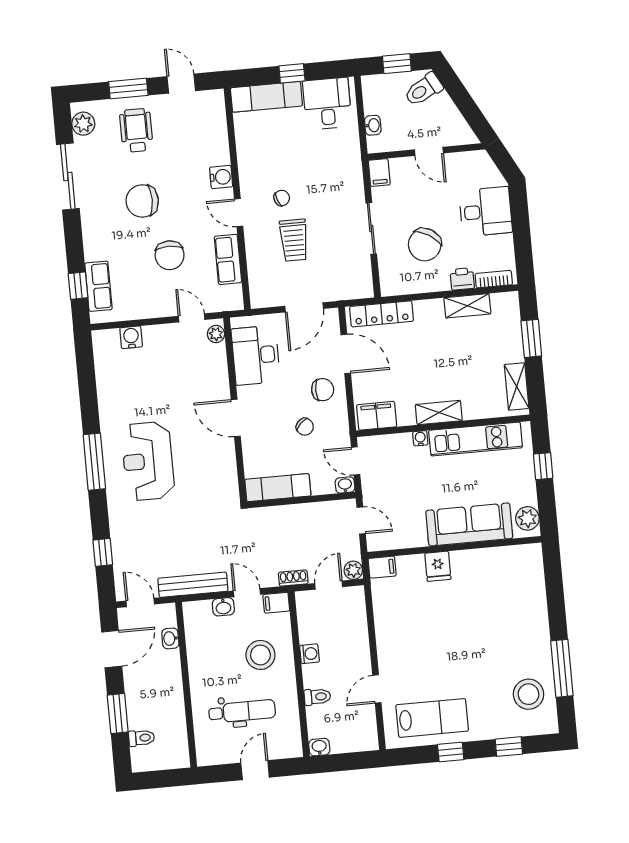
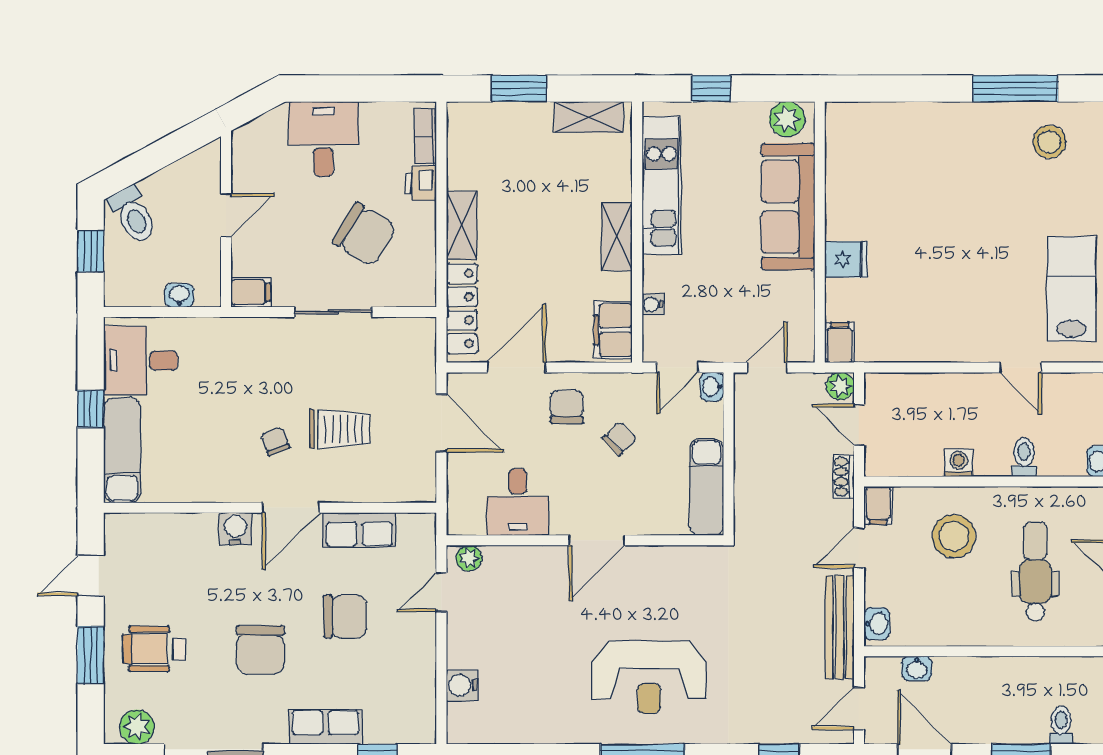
door: (239, 213) -> (291, 508), width x1.38
row of seats: (98, 286) -> (325, 727), moved
shelving: (467, 306) -> (462, 225), moved
desk: (256, 355) -> (518, 502), width x0.73
water cooler: (420, 438) -> (653, 305), moved
washbasin: (223, 607) -> (877, 624), moved
stool: (528, 694) -> (1049, 142), width x0.73, depth x0.73

